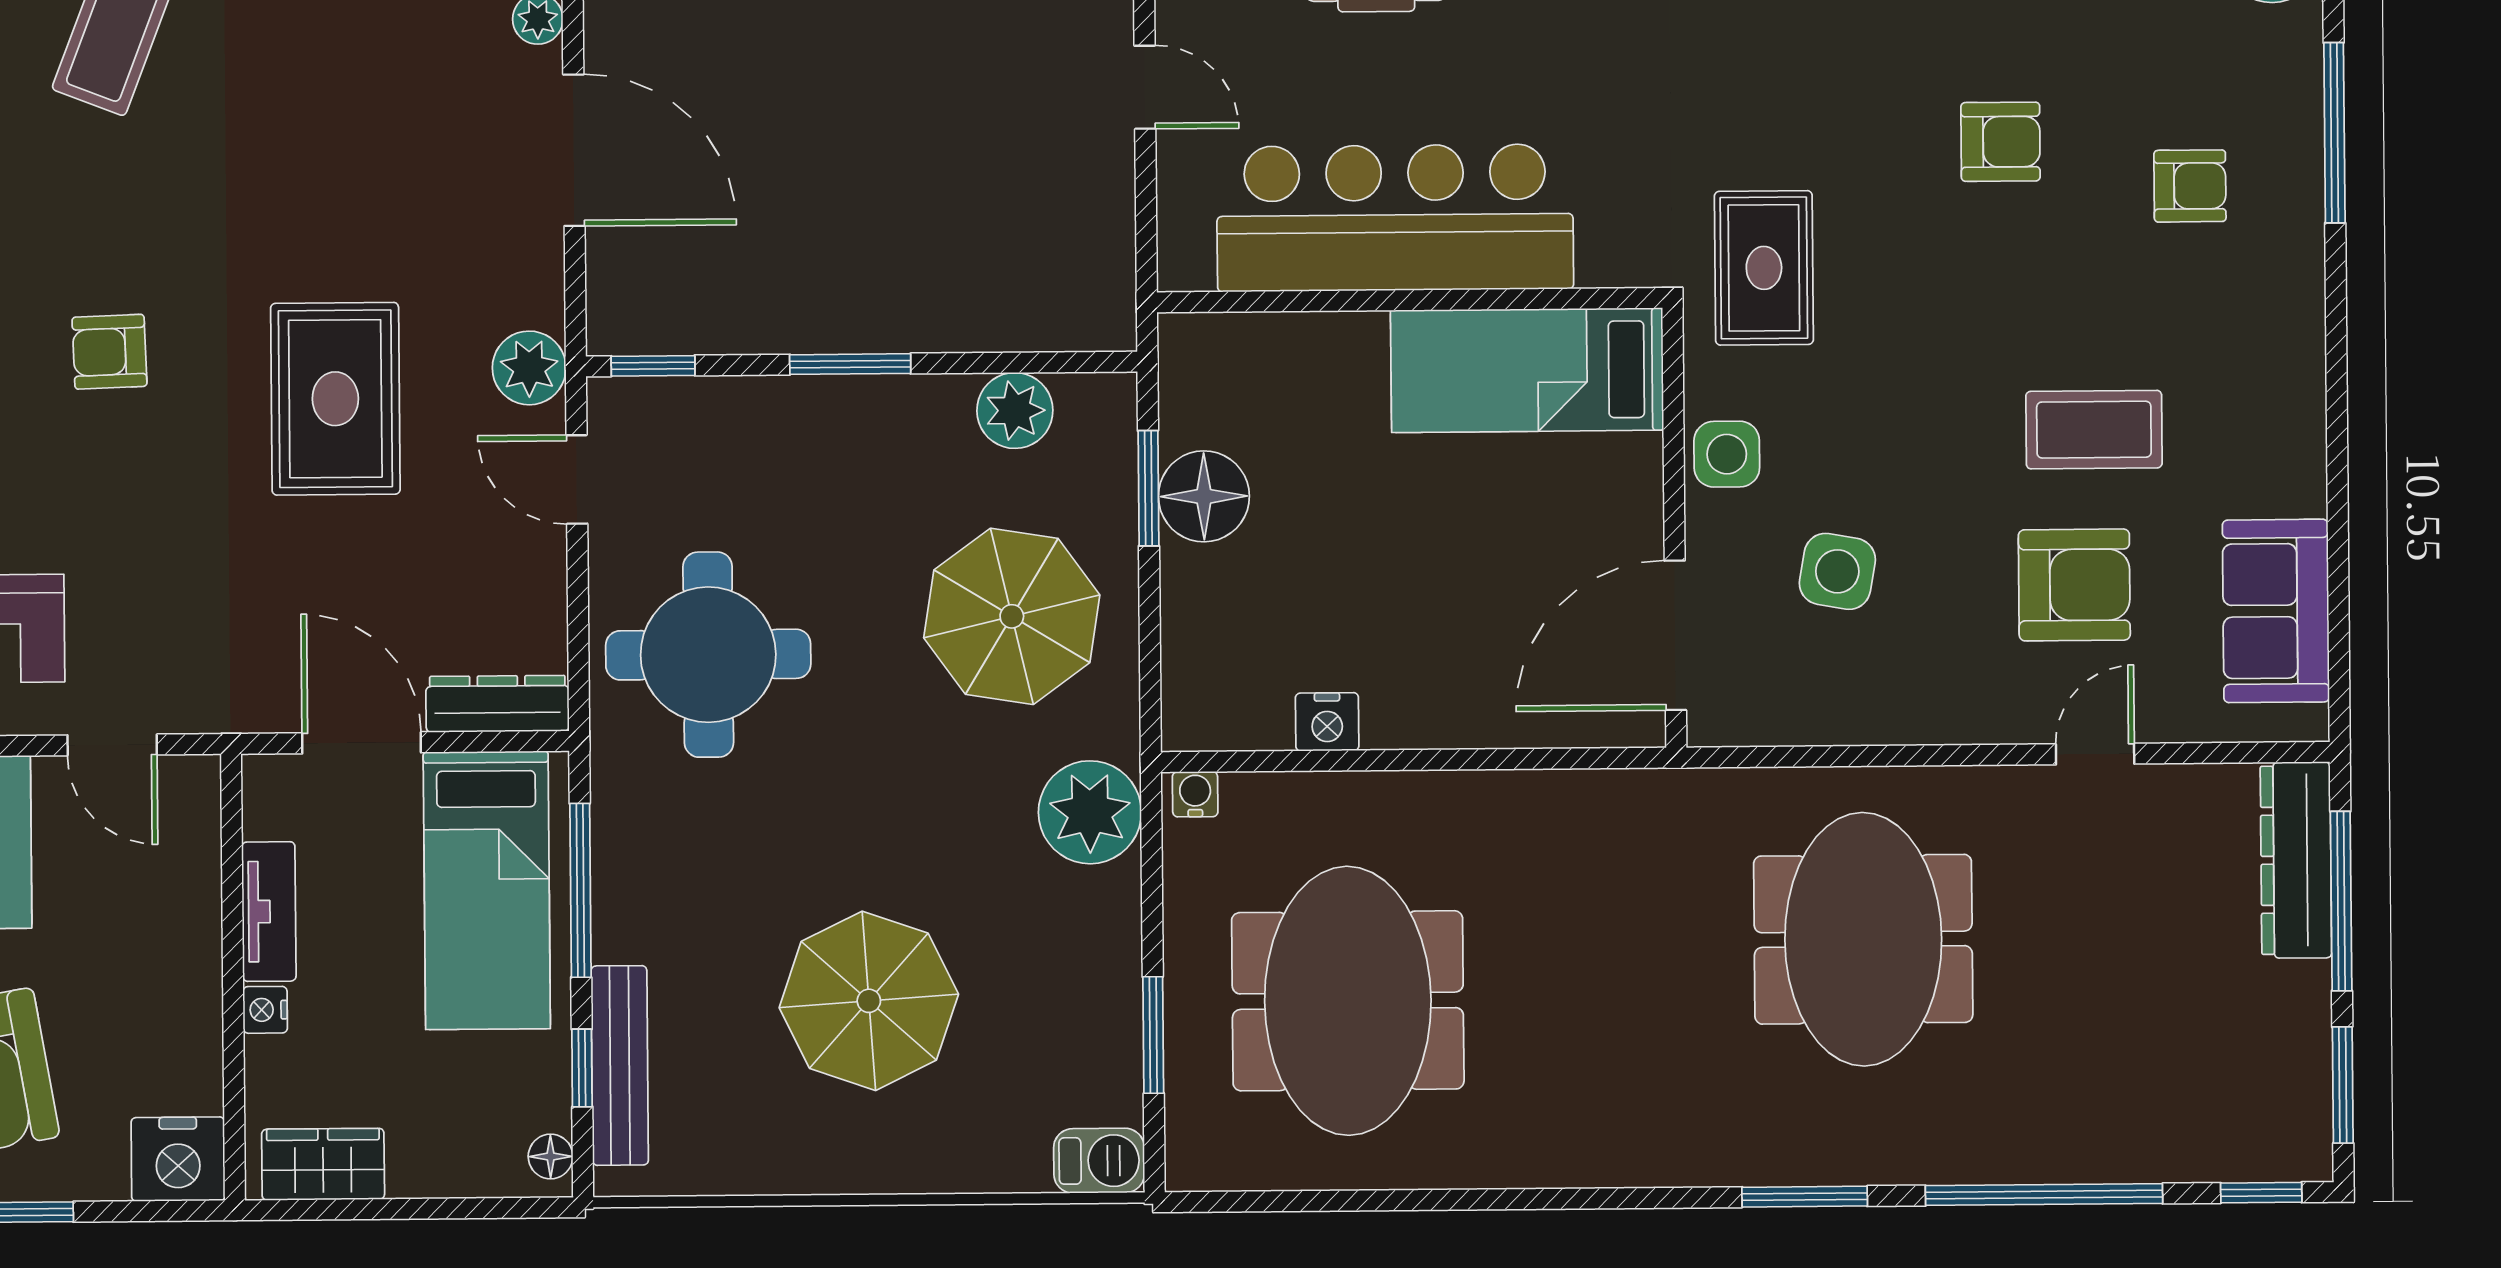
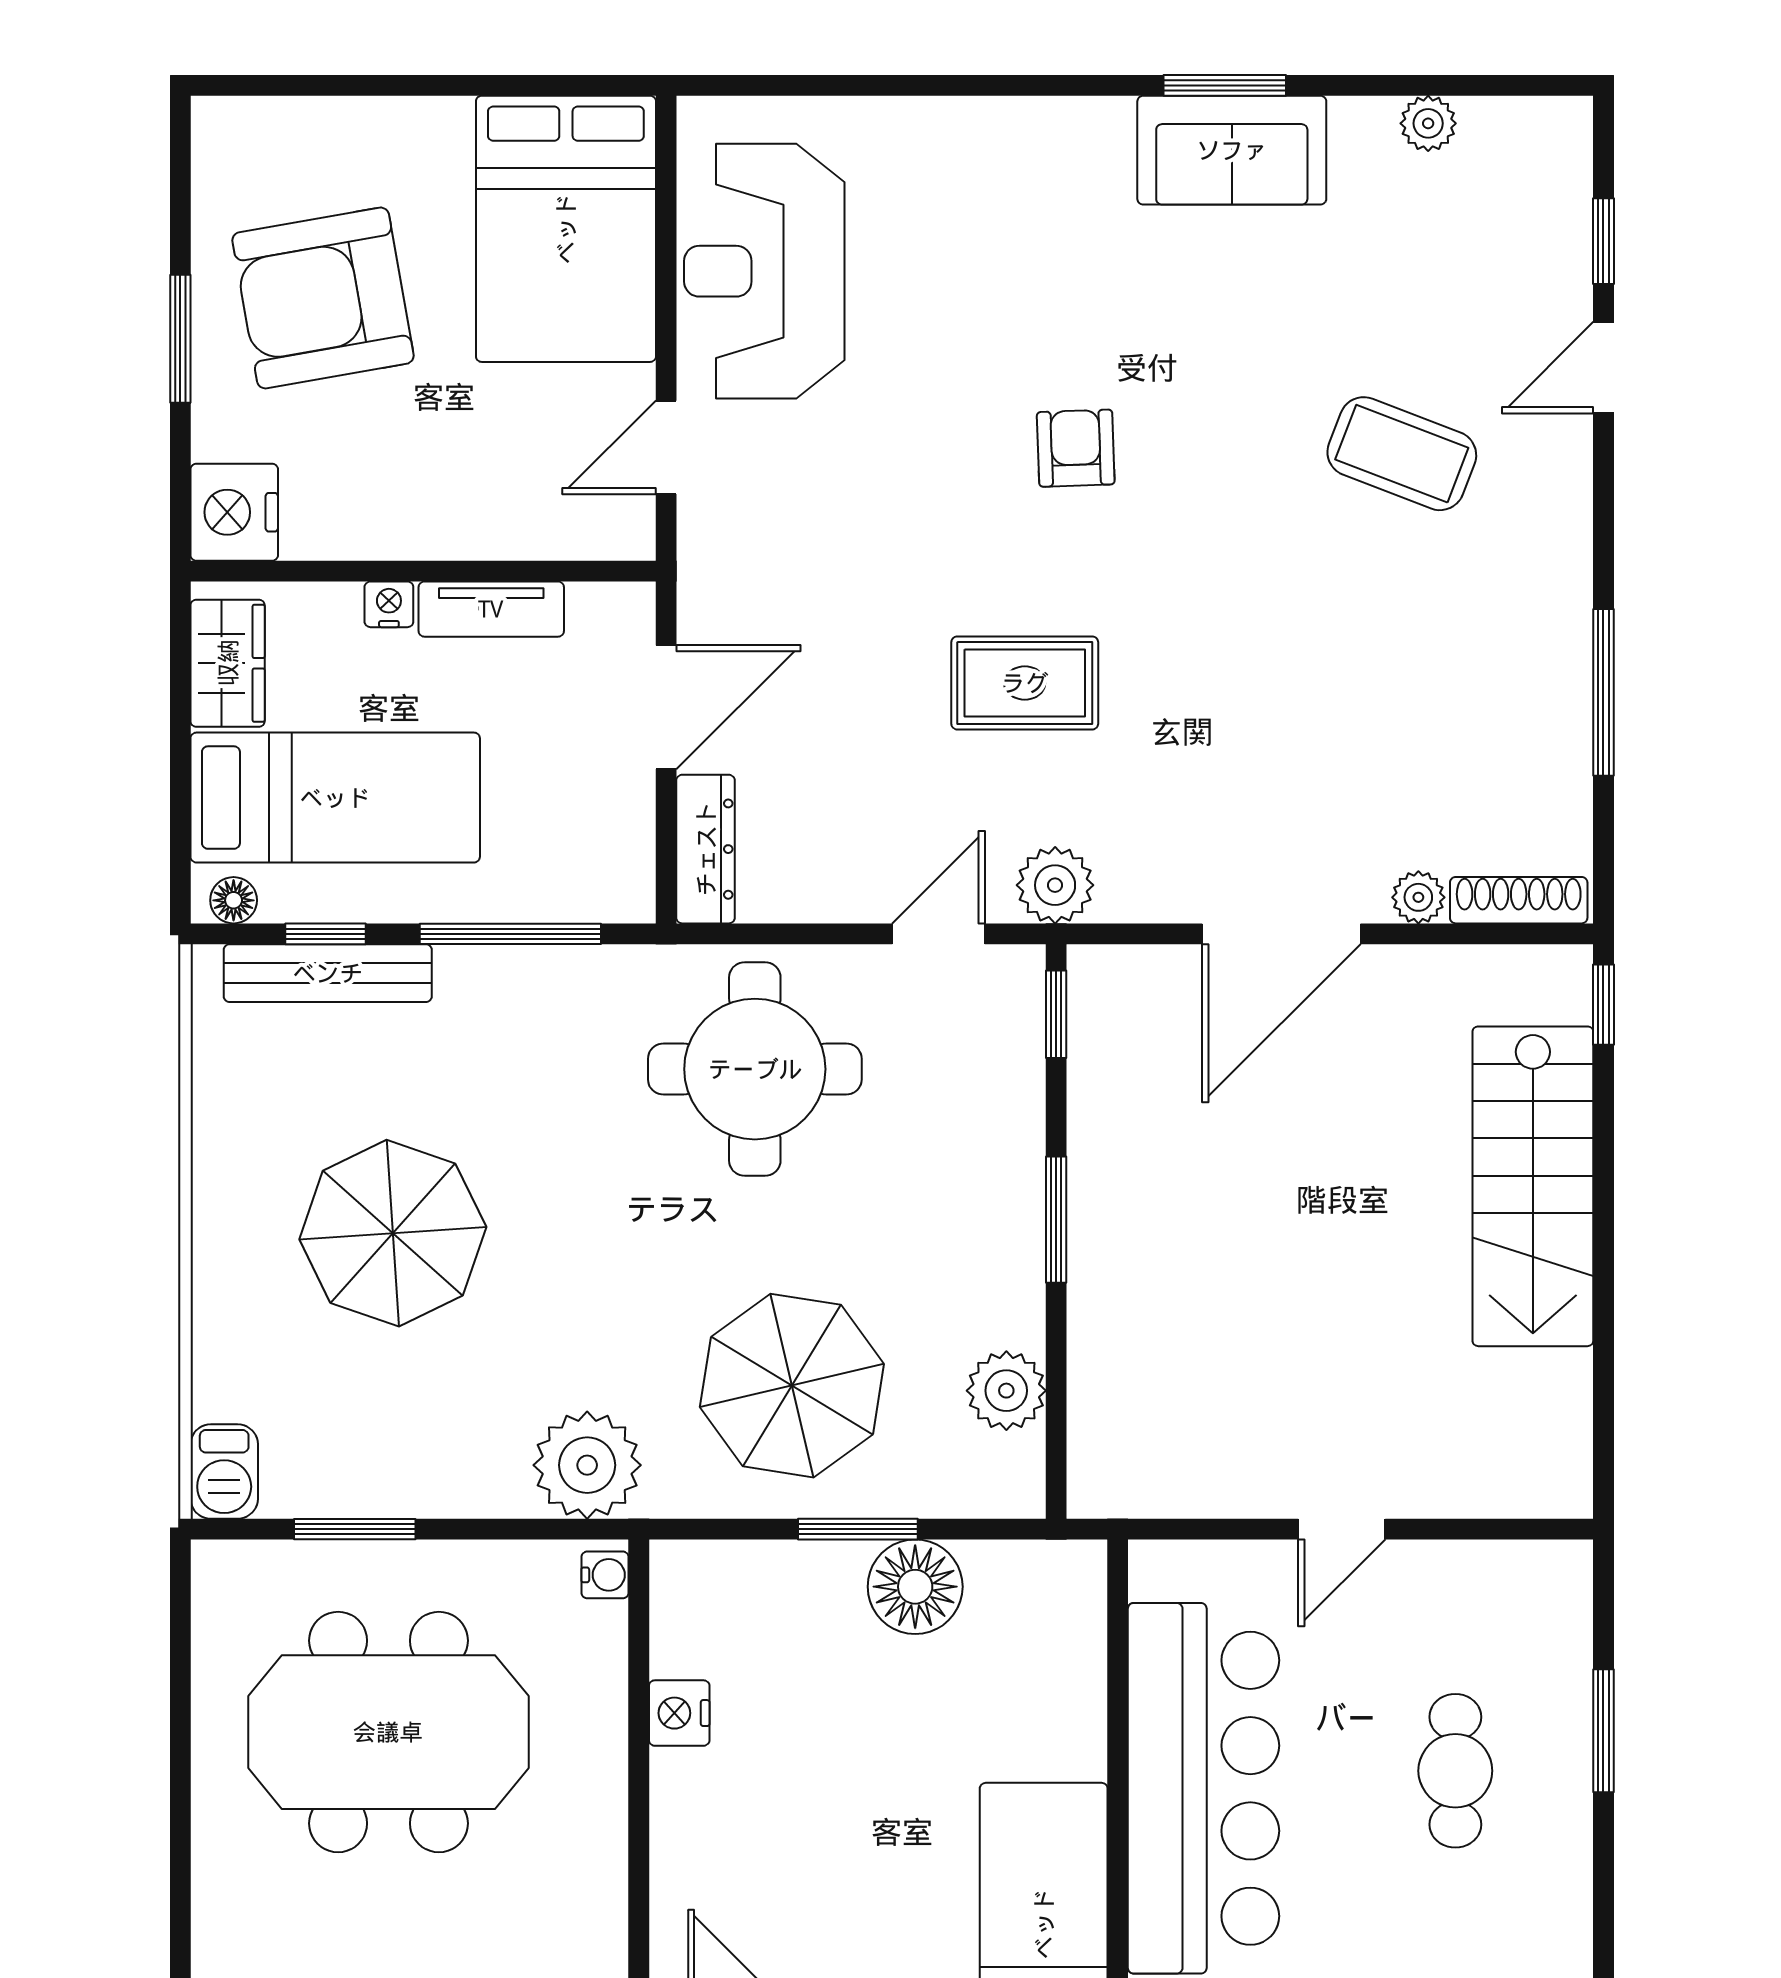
rug: (335, 399) -> (1025, 683), width x0.73, depth x0.70
window: (1148, 488) -> (858, 1529), moved
bed: (487, 890) -> (335, 798), moved, turned 180

